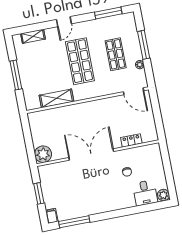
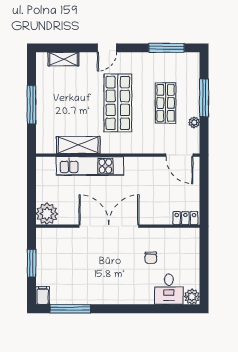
kitchen unit: (68, 112) -> (90, 166), added
locker: (131, 140) -> (185, 218), moved

